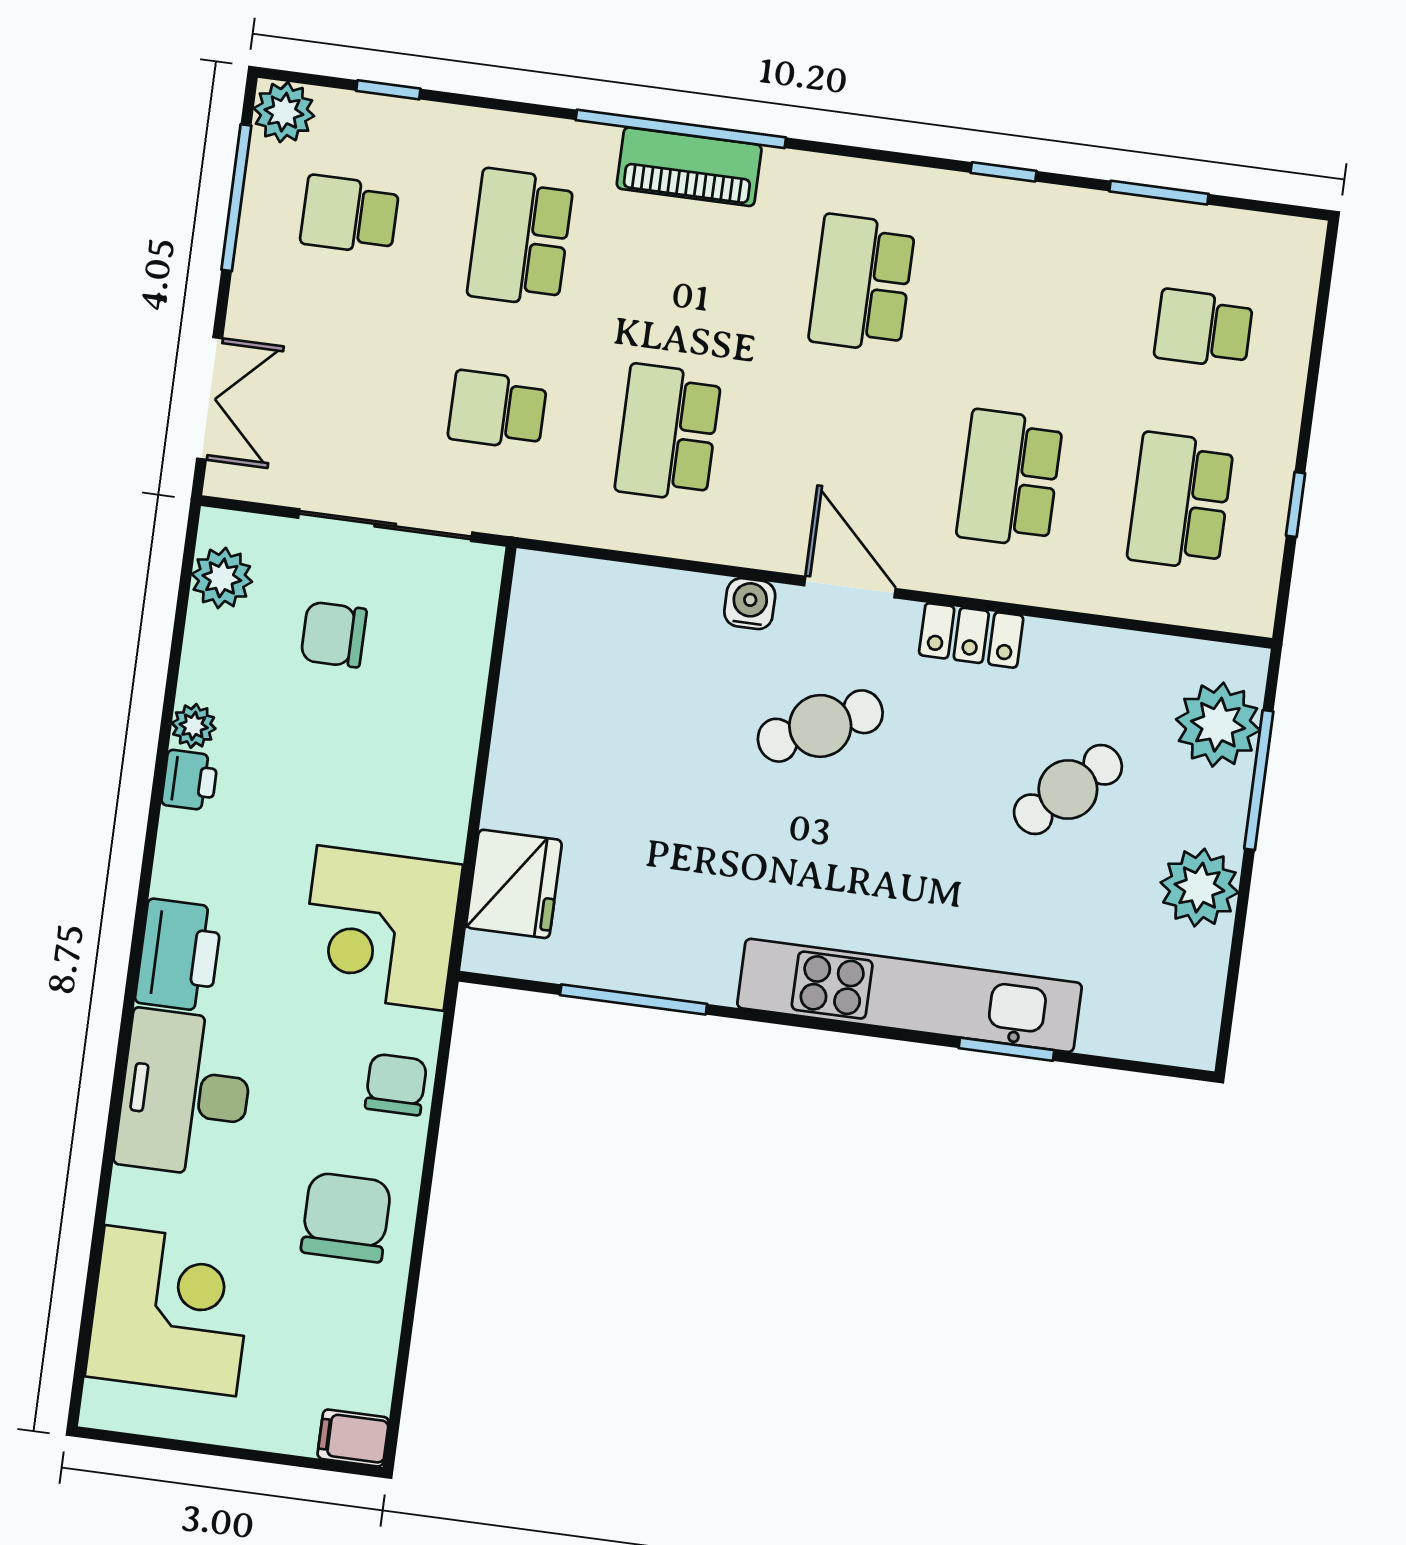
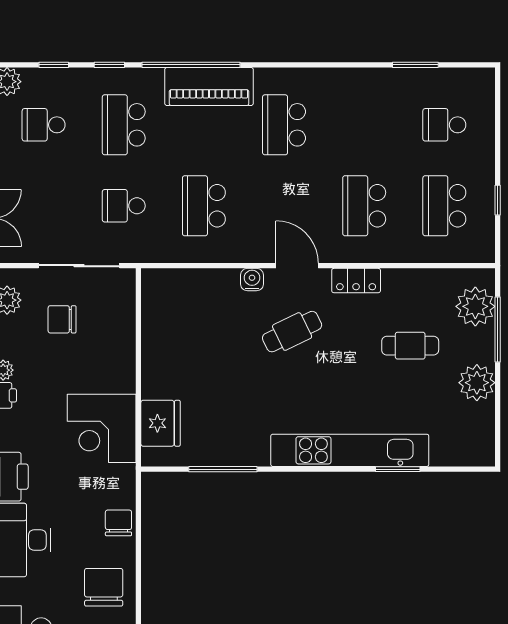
piano: (689, 167) -> (209, 87), width x1.37, depth x1.33
window: (1004, 172) -> (109, 65), moved
cafe table: (1068, 789) -> (410, 346), turned 43
corner desk: (380, 928) -> (102, 428), moved

